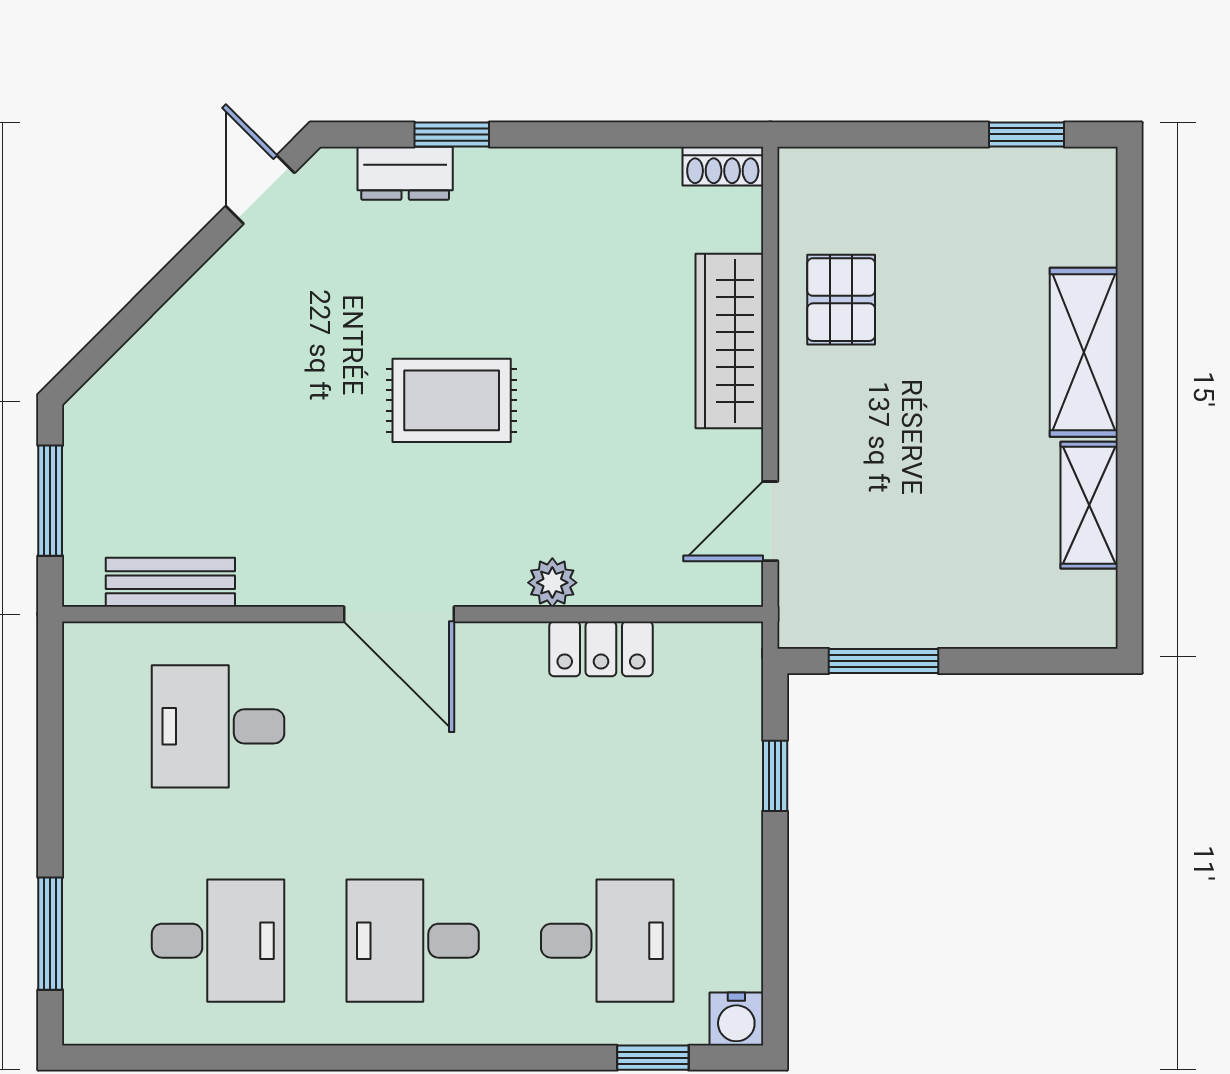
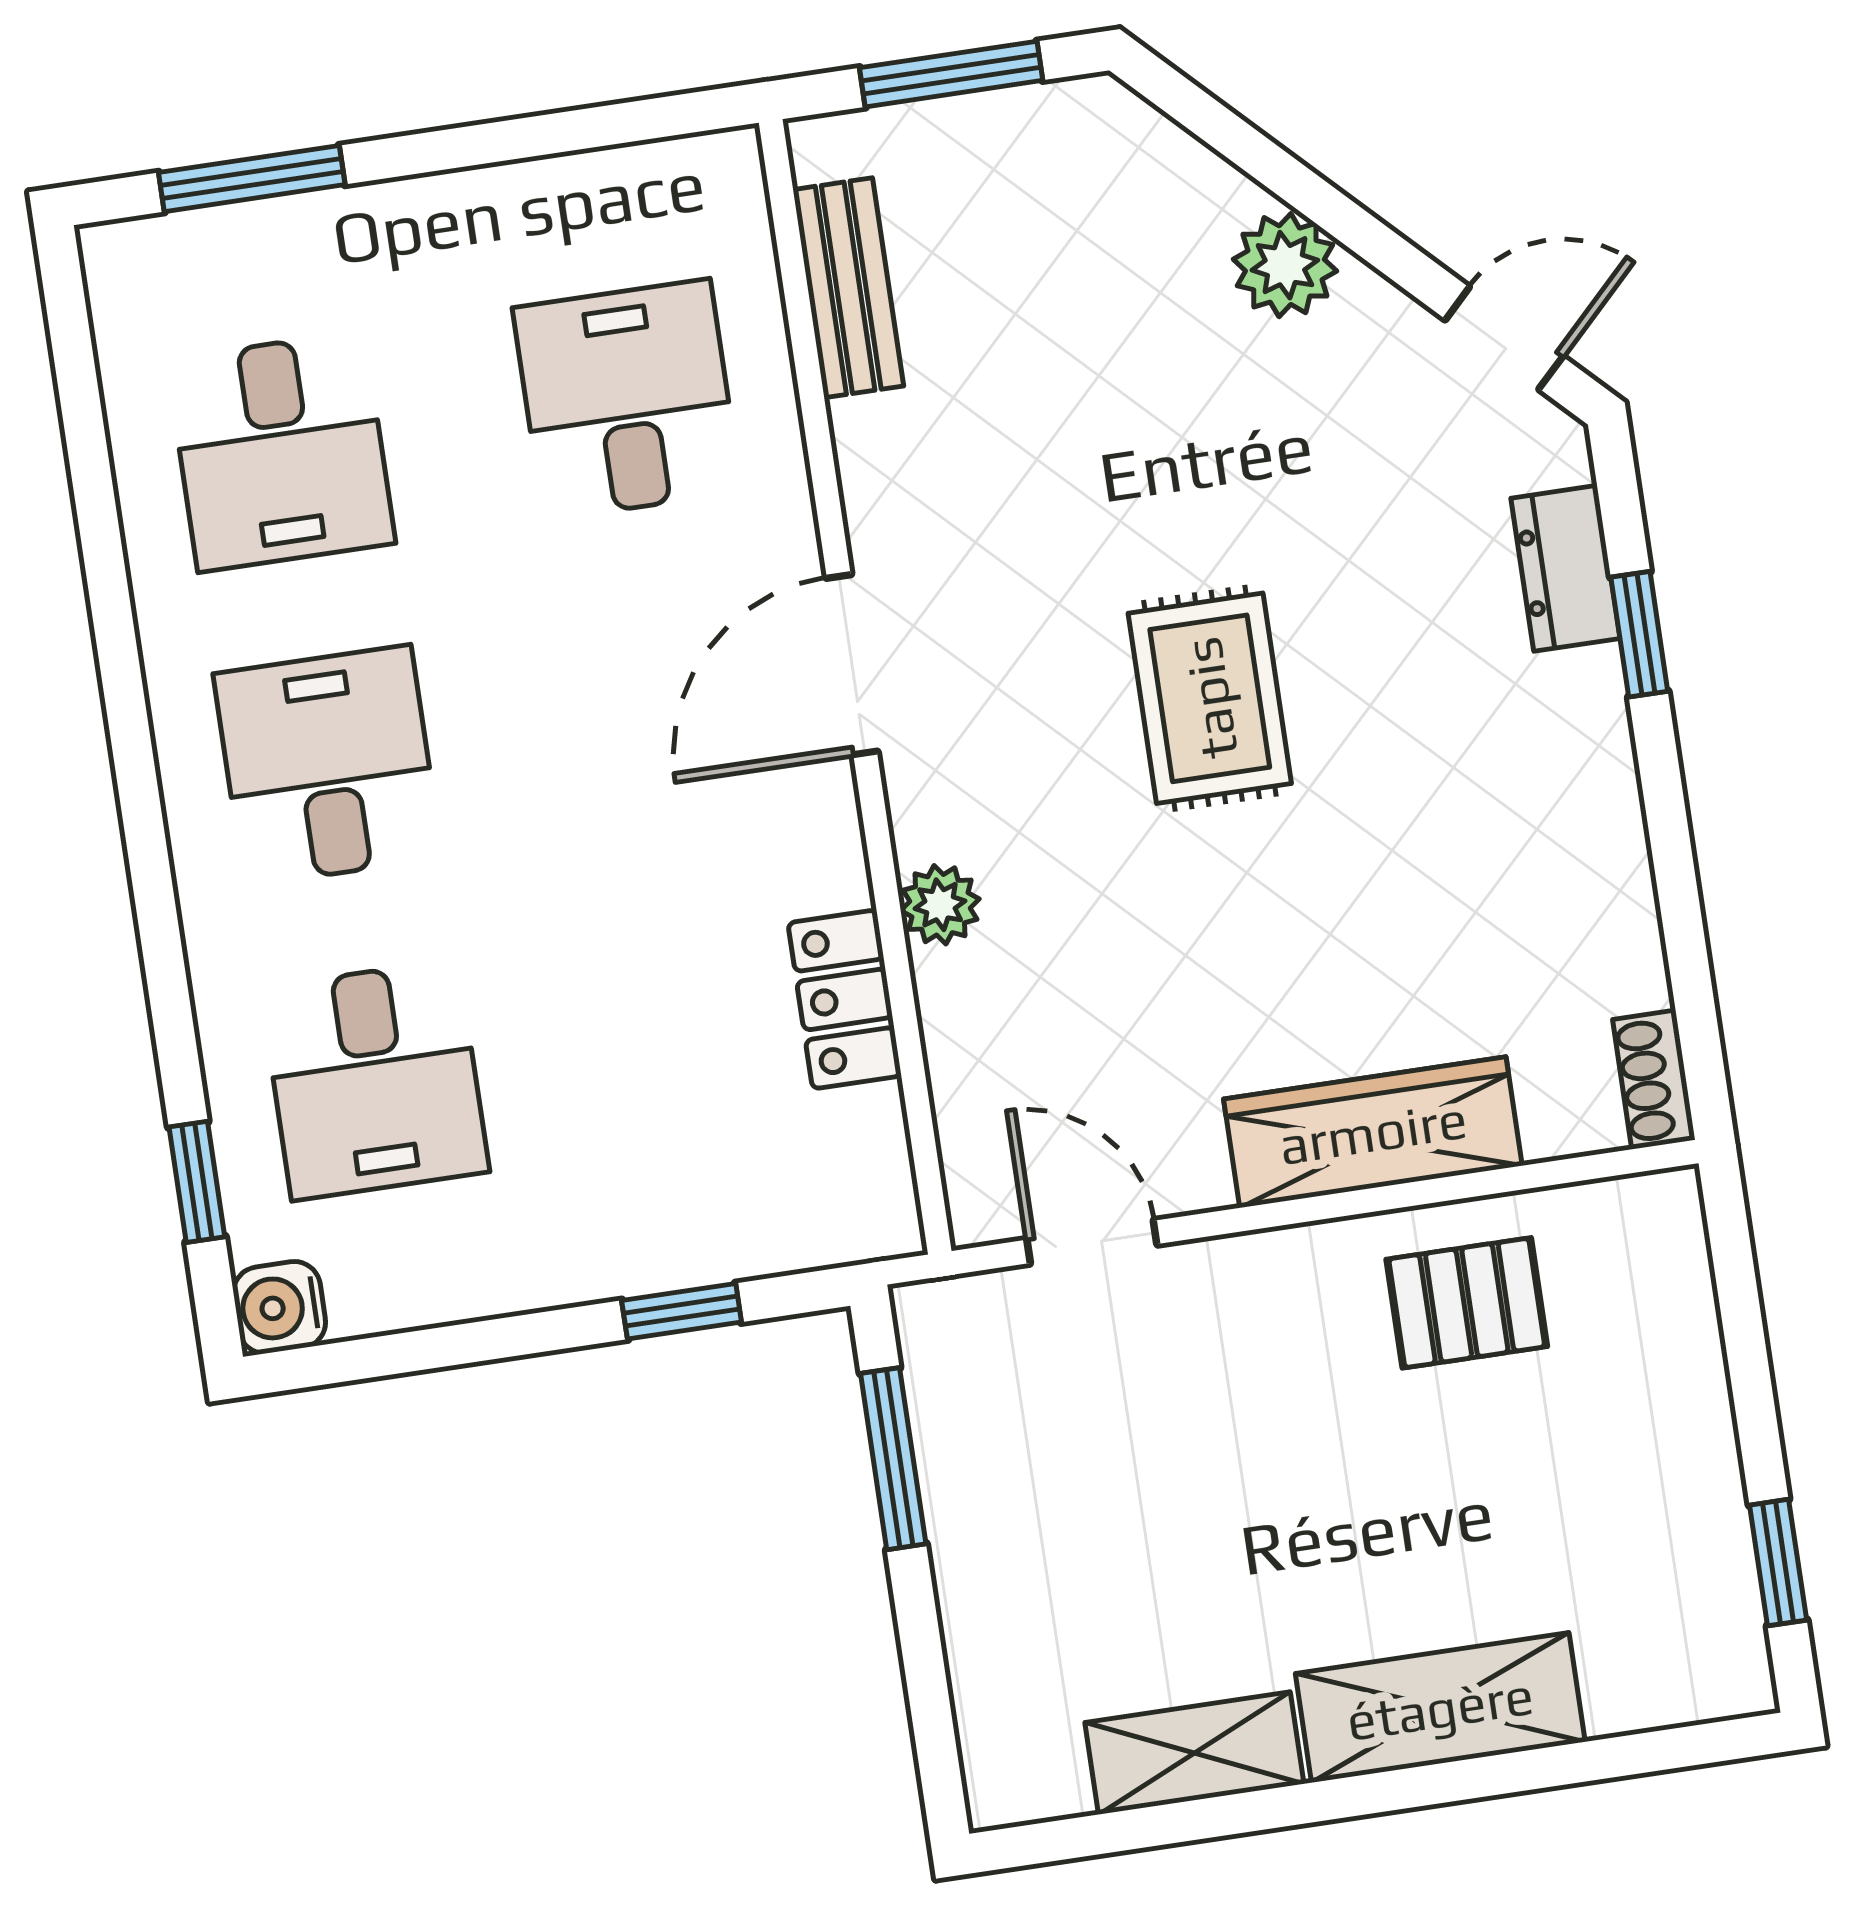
plant: (196, 316) -> (1285, 265), added

